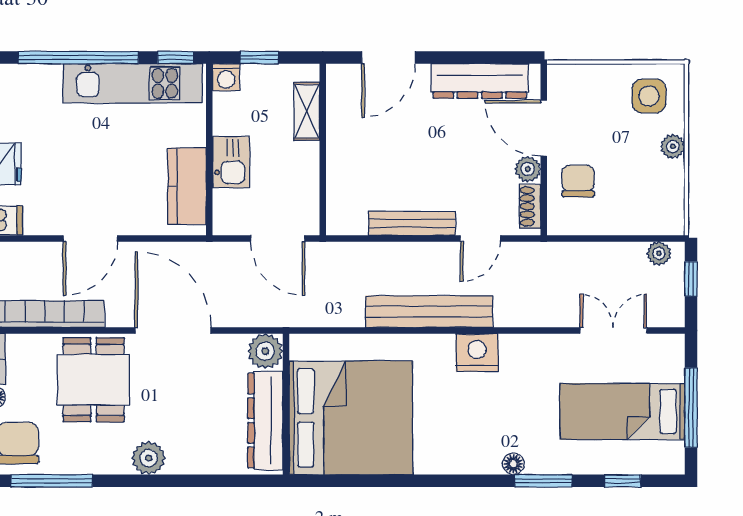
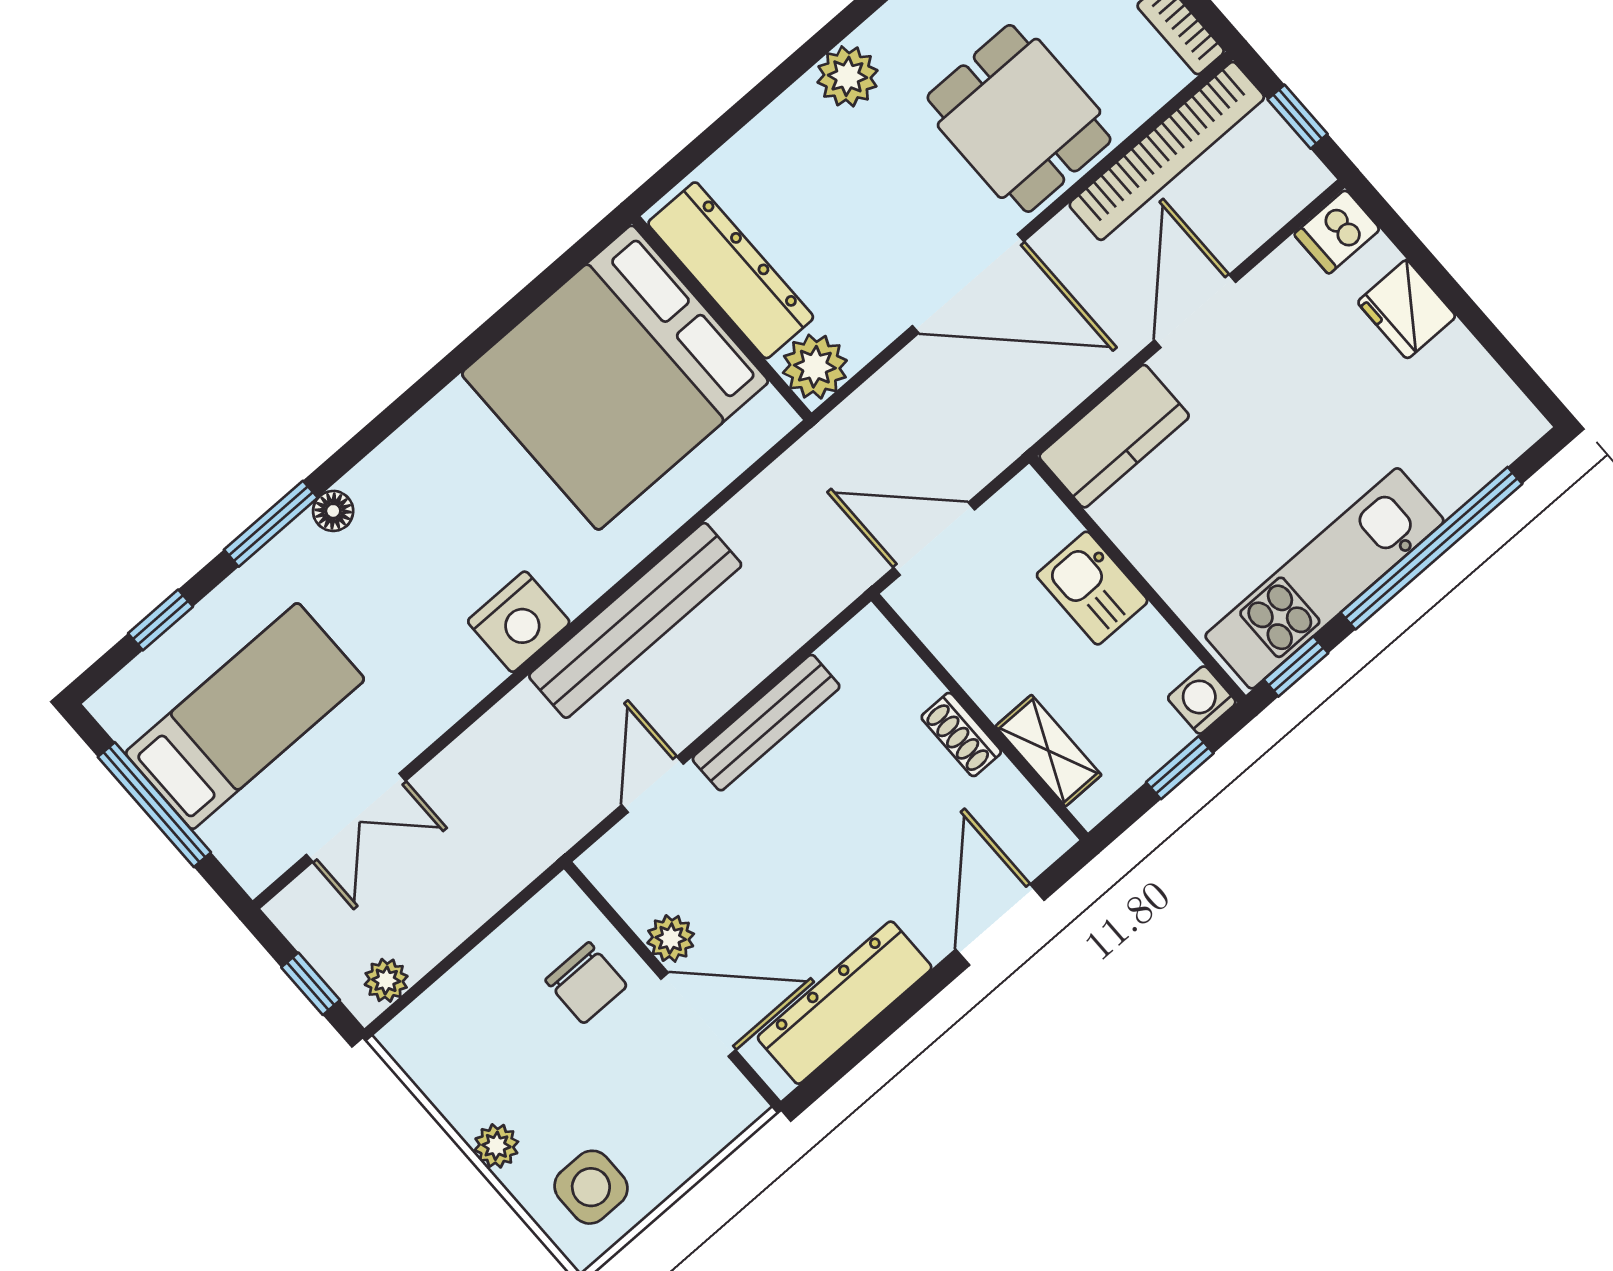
kitchen counter: (187, 186) -> (1114, 436), moved, turned 90
shoe rack: (530, 206) -> (961, 735), moved, turned 180

